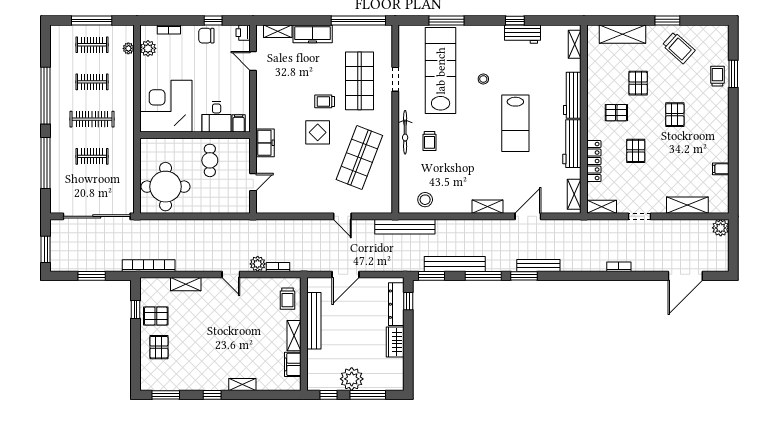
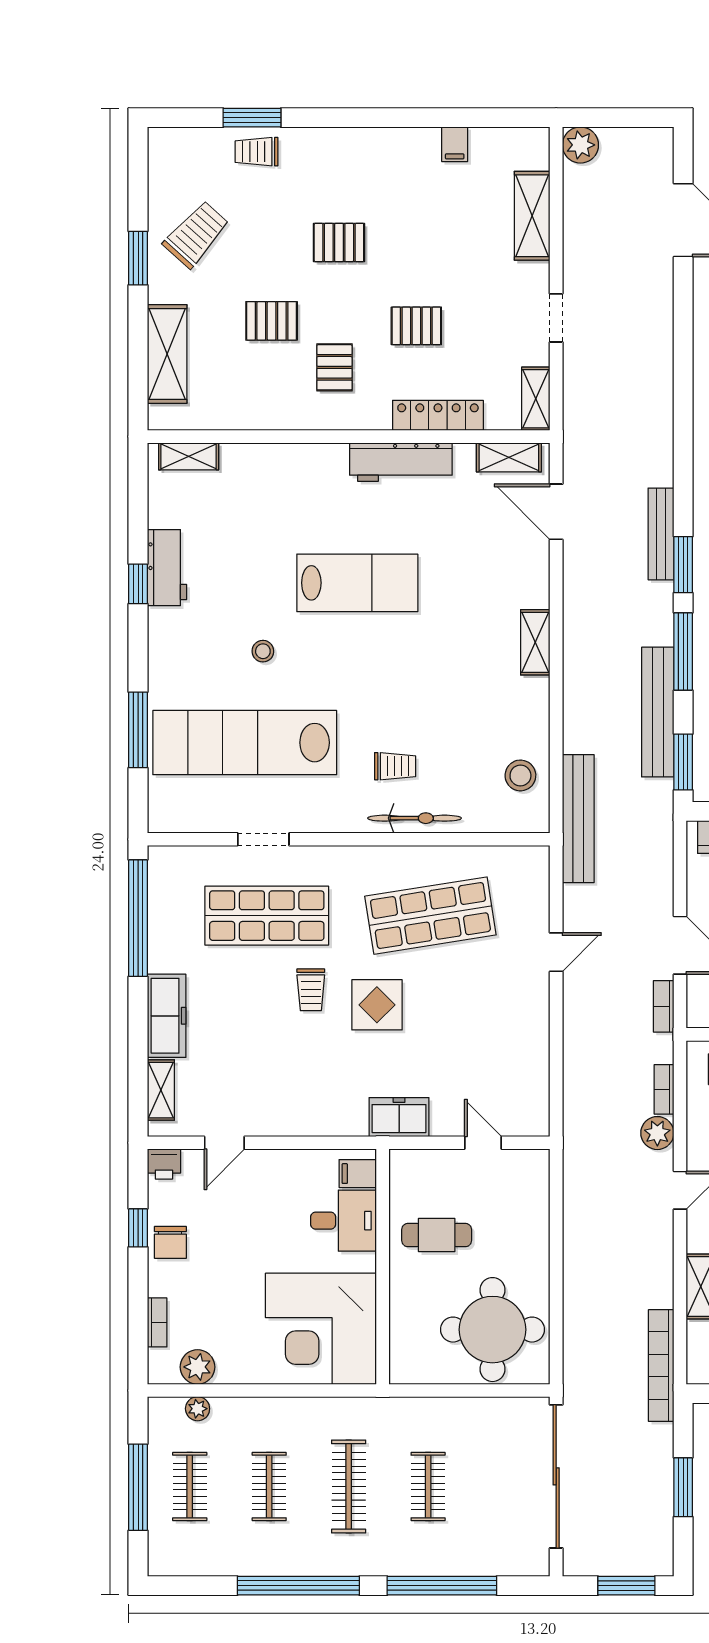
workbench: (572, 95) -> (298, 461), removed
bicycle: (405, 132) -> (415, 818), moved
shop shelf: (359, 158) -> (430, 916), turned -30
door: (528, 216) -> (556, 512), moved
bookcase: (619, 267) -> (664, 1006), moved

